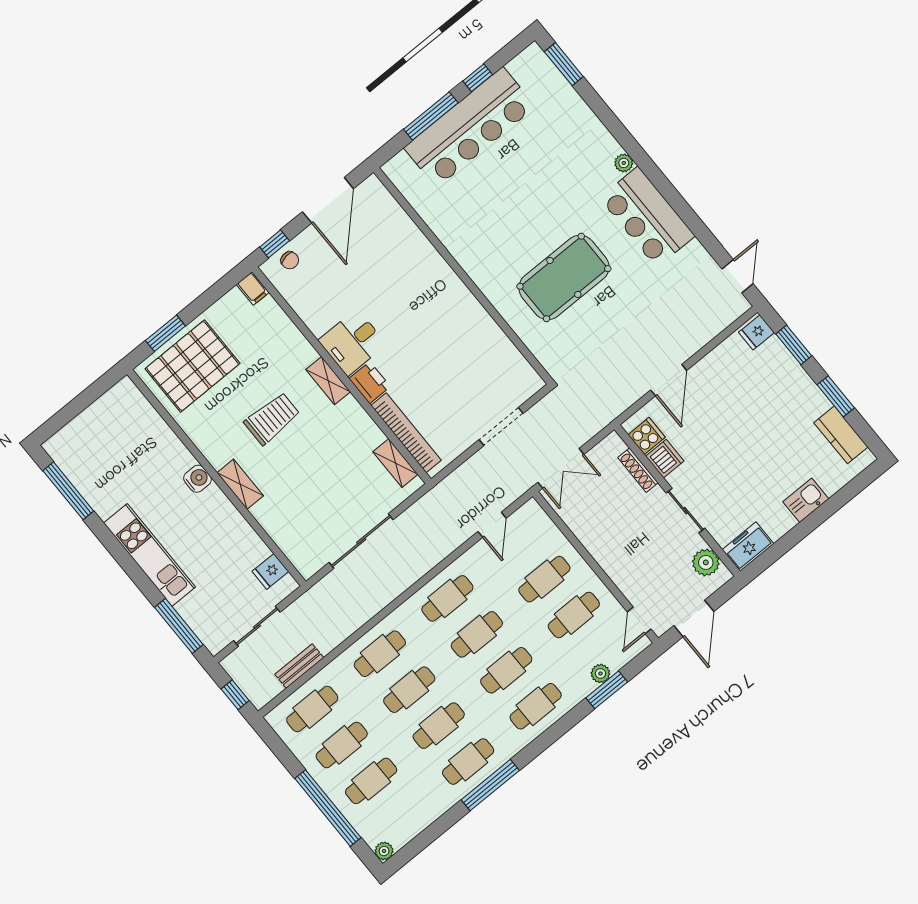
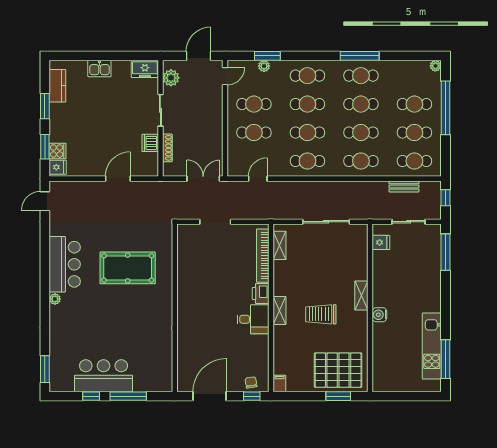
bar counter: (470, 127) -> (104, 376), width x0.73
cooker: (647, 436) -> (58, 151), moved, turned 180
kitchen unit: (150, 555) -> (432, 346), moved

